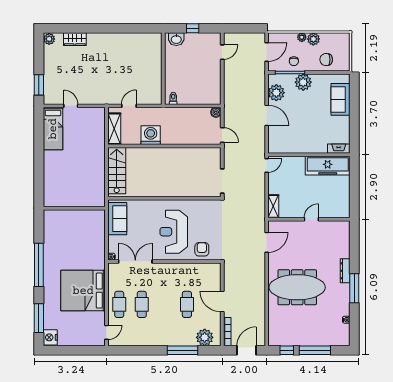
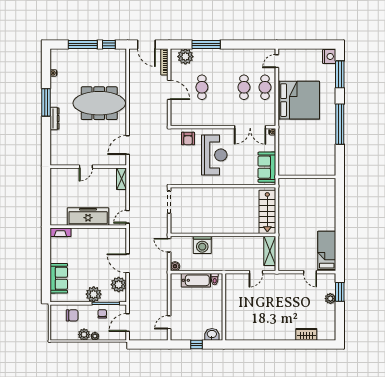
plant: (49, 39) -> (330, 299), moved
bathtub: (193, 97) -> (196, 280), added
washing machine: (151, 135) -> (202, 245), moved
freezer: (328, 166) -> (88, 216), moved
door: (247, 350) -> (146, 44), hinge flipped

